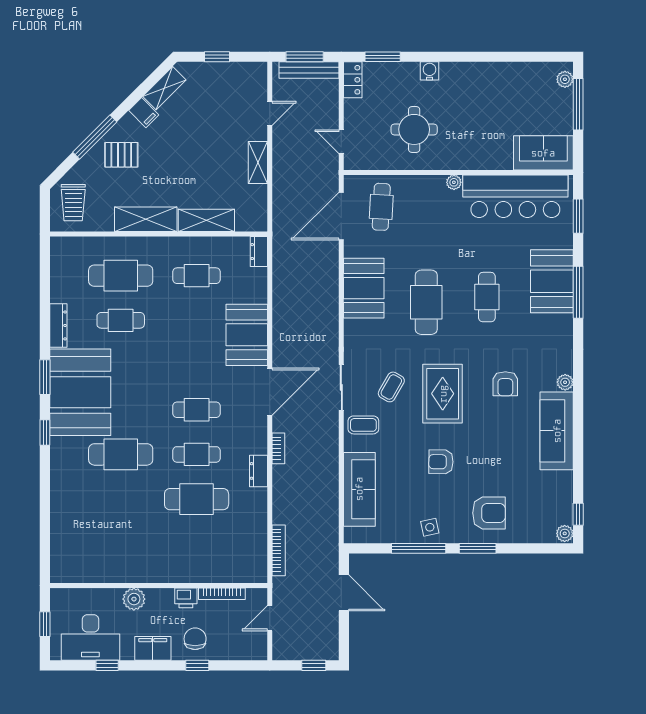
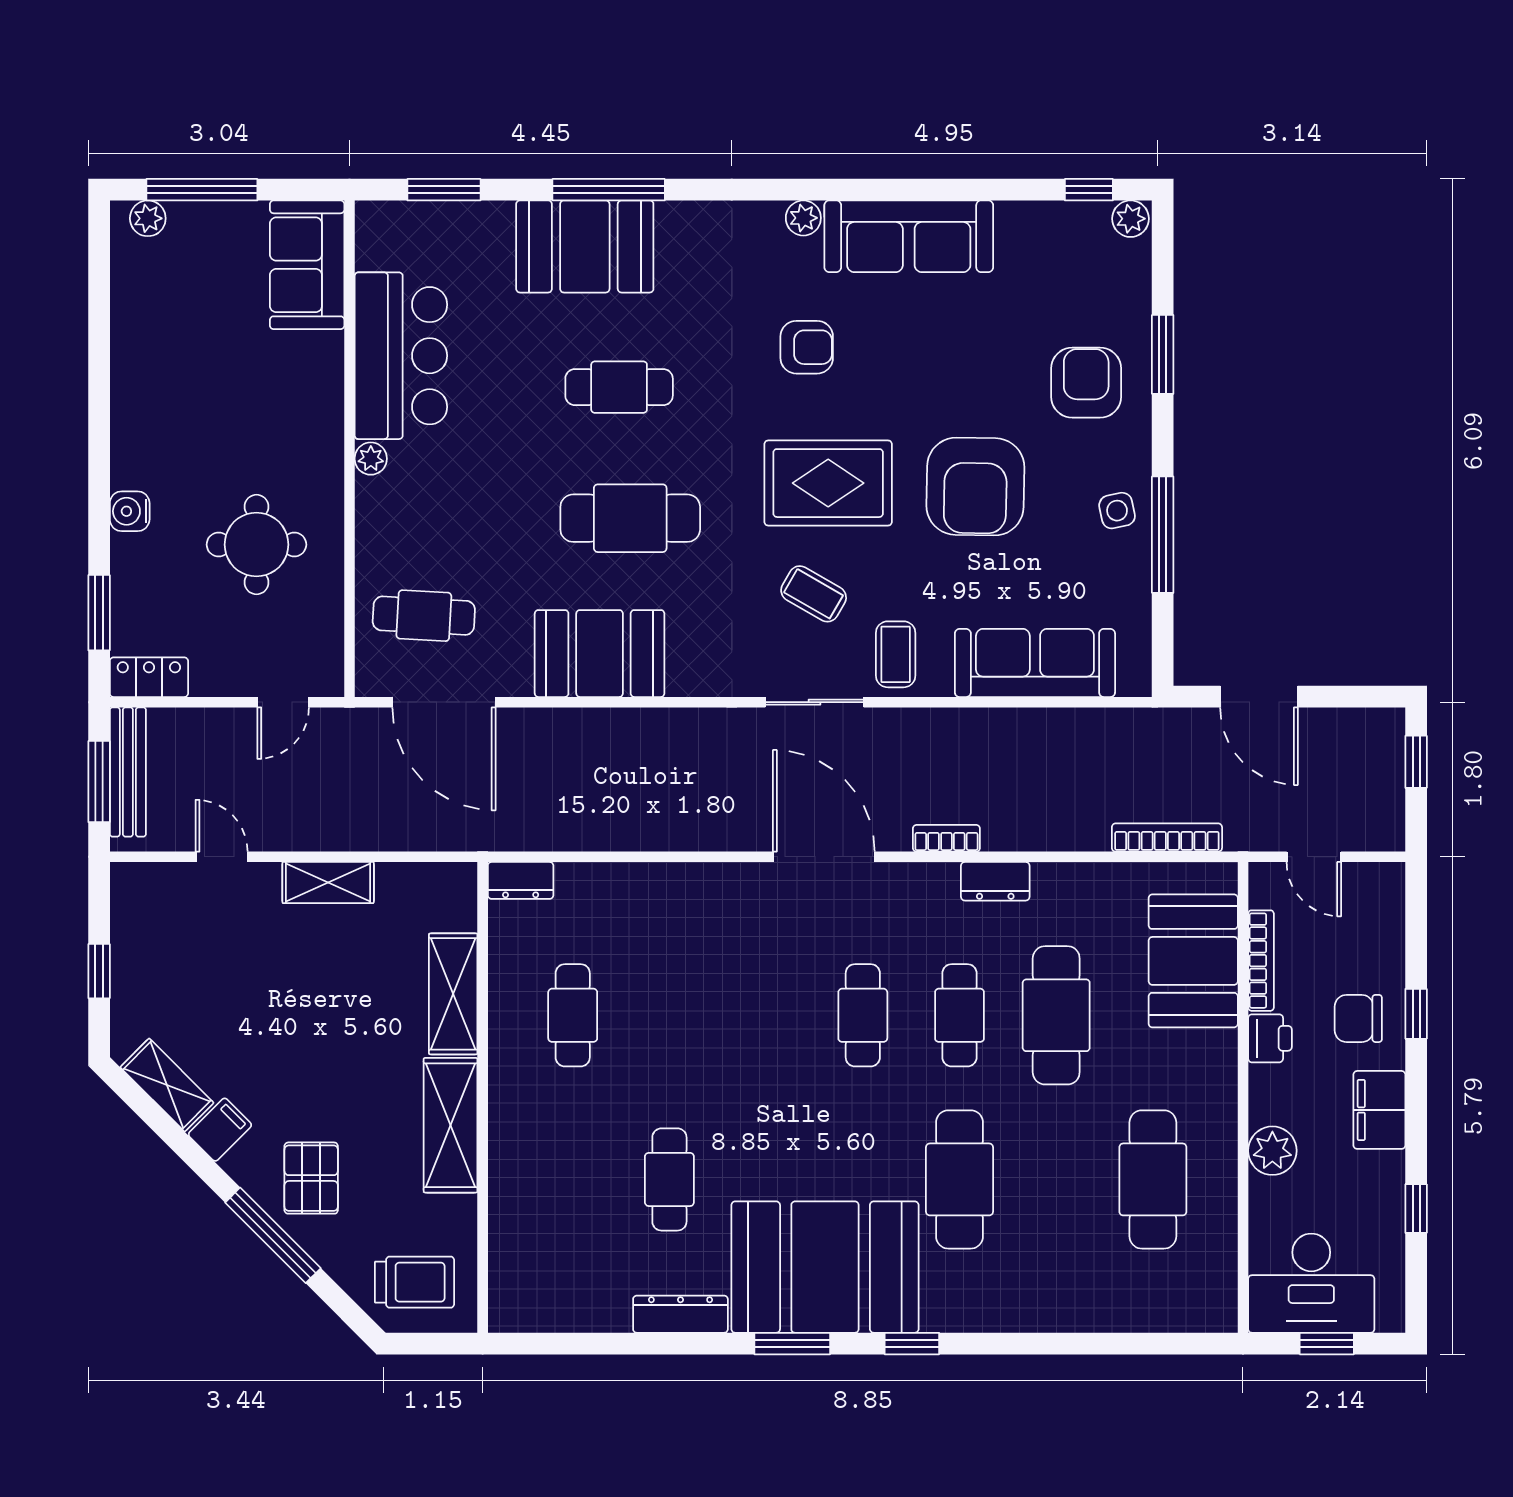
bar counter: (515, 196) -> (401, 356), width x0.73
cafe table: (121, 276) -> (1153, 1179), moved
booth: (247, 335) -> (1193, 961), moved, turned 90
armchair: (441, 462) -> (975, 487), width x1.88, depth x1.88
window: (478, 548) -> (1163, 354), moved
door: (344, 593) -> (1259, 697), swing flipped
desk: (90, 638) -> (1311, 1283), moved, turned 90

